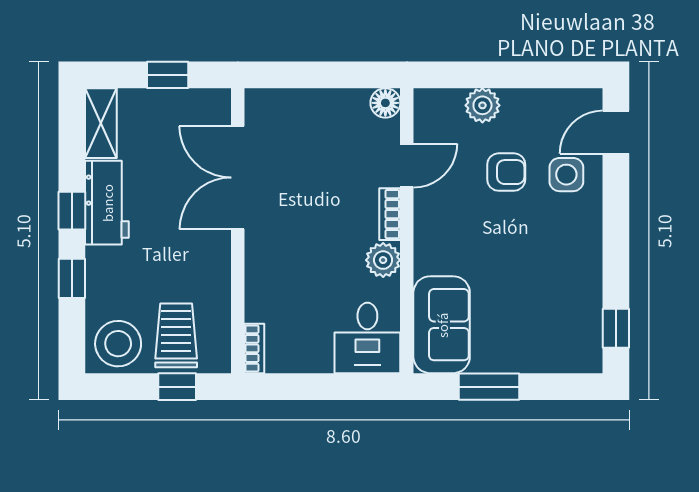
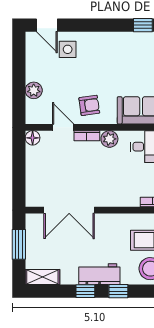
window: (168, 75) -> (19, 244), width x1.50
armchair: (506, 172) -> (89, 105), moved, turned 82
workbench: (107, 203) -> (99, 274), moved

